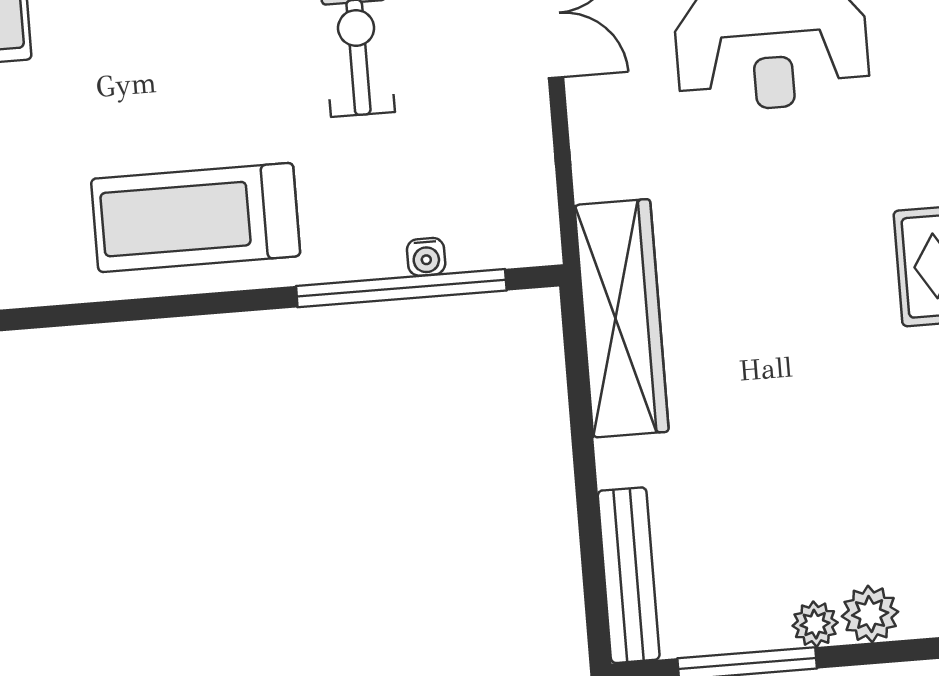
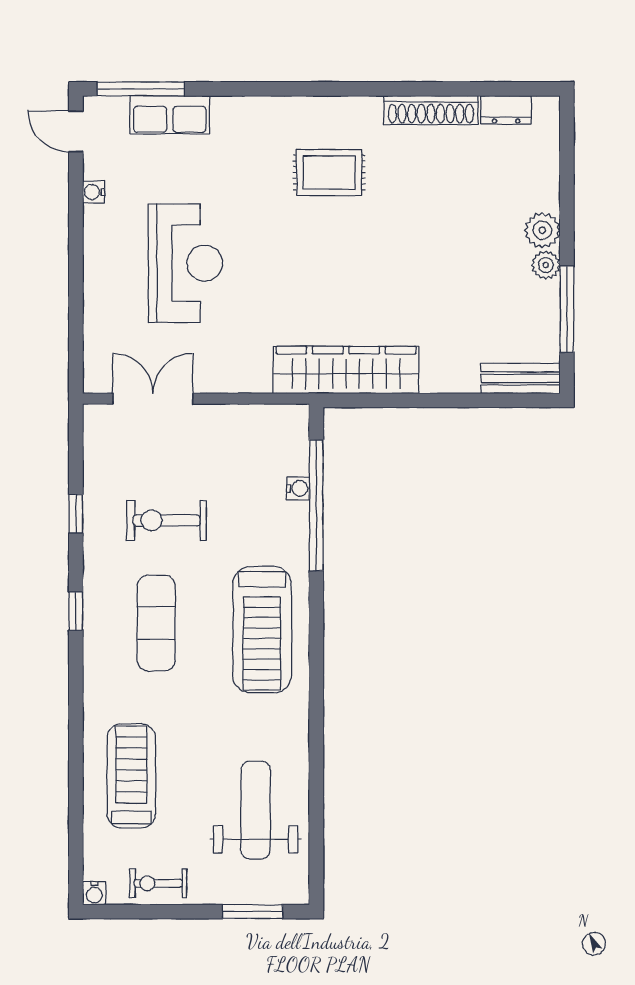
exercise mat: (193, 47) -> (156, 623), added
bench: (629, 575) -> (520, 378), width x0.73

